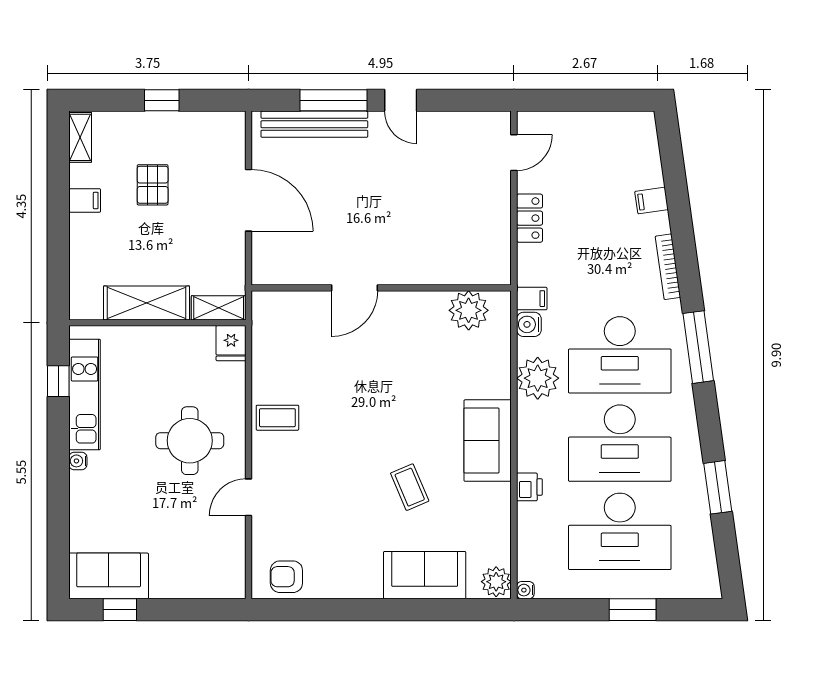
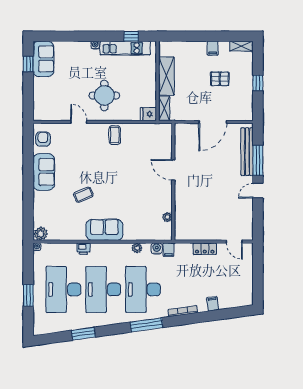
plant: (469, 310) -> (167, 217), width x0.53, depth x0.53
plant: (538, 378) -> (137, 248), width x0.53, depth x0.53
sofa: (425, 575) -> (44, 172), moved

